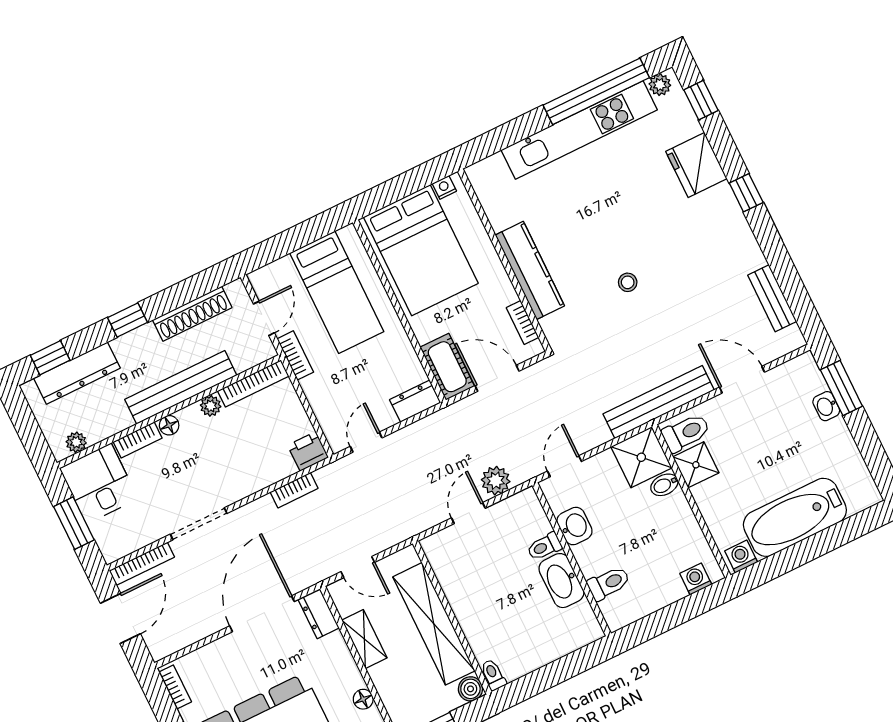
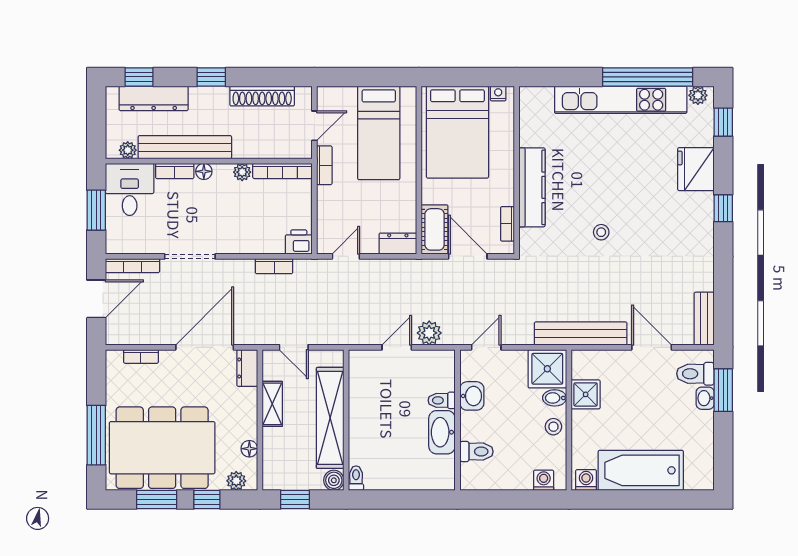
bench: (772, 298) -> (704, 319), moved
bench: (181, 387) -> (185, 147), moved
toilet: (686, 433) -> (695, 374), moved, turned 180
stool: (678, 516) -> (553, 427), added
bookcase: (175, 687) -> (141, 356), moved, turned 90

